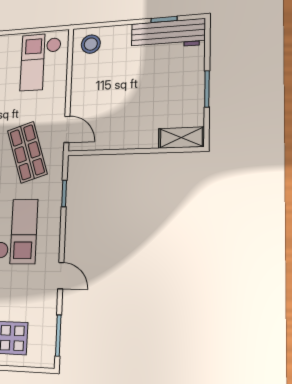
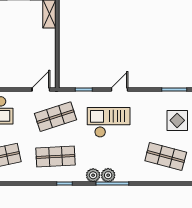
door: (61, 276) -> (119, 90), moved

